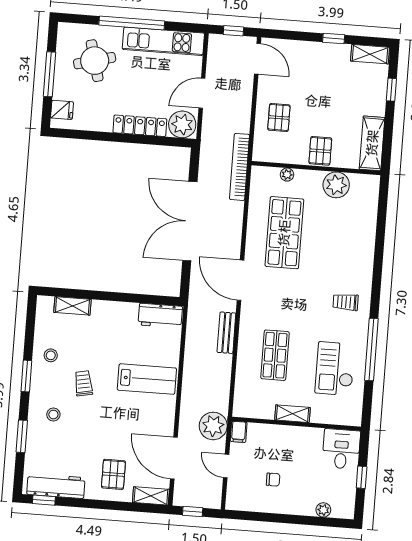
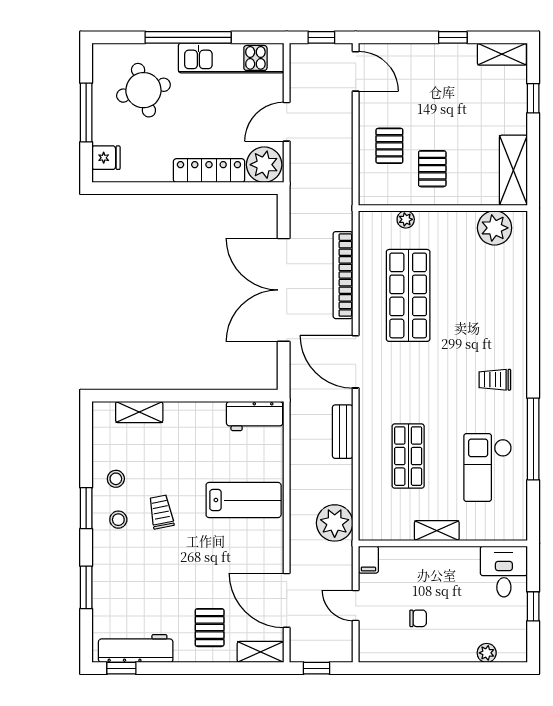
pallet: (320, 151) -> (432, 169), moved
bookcase: (239, 167) -> (343, 275), moved
plant: (336, 185) -> (495, 228), moved
stool: (53, 415) -> (118, 520), moved
plant: (213, 426) -> (335, 523), moved

